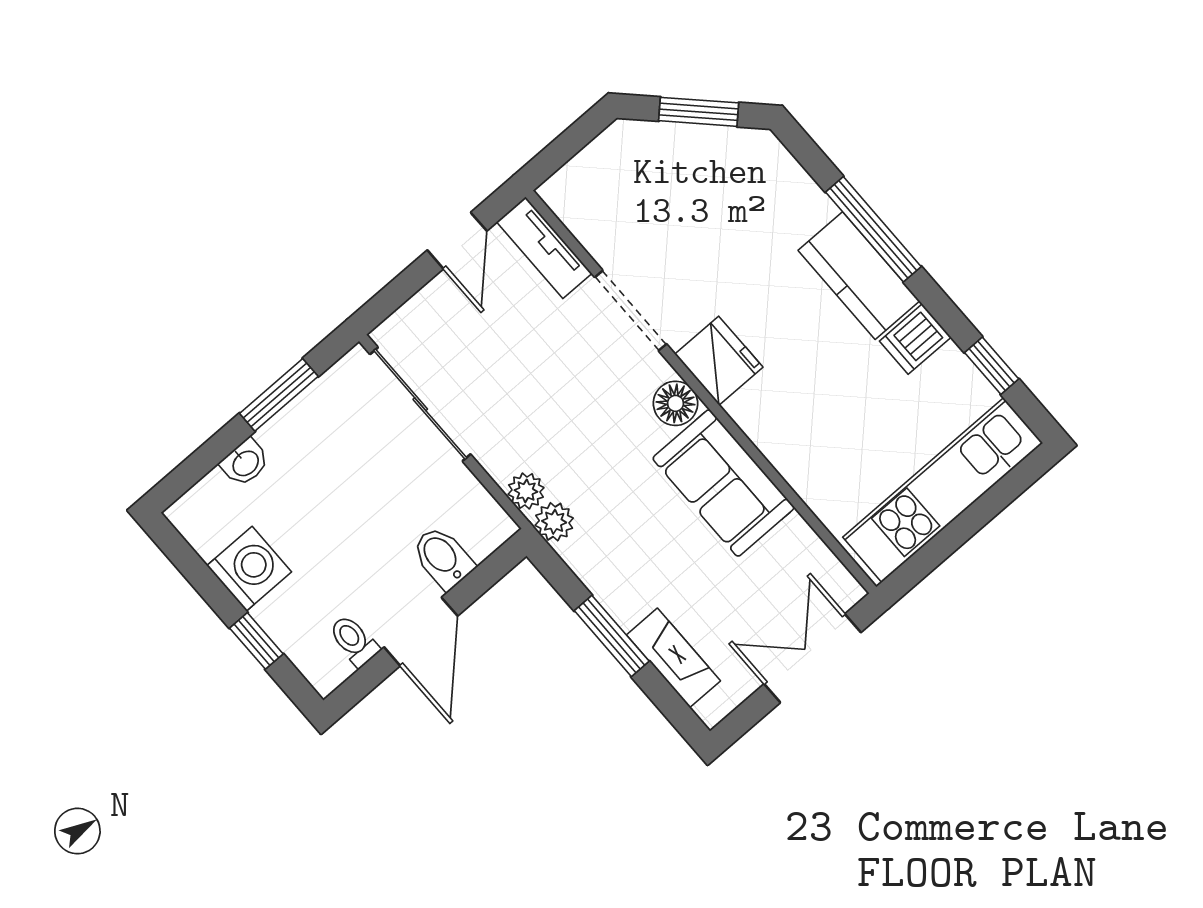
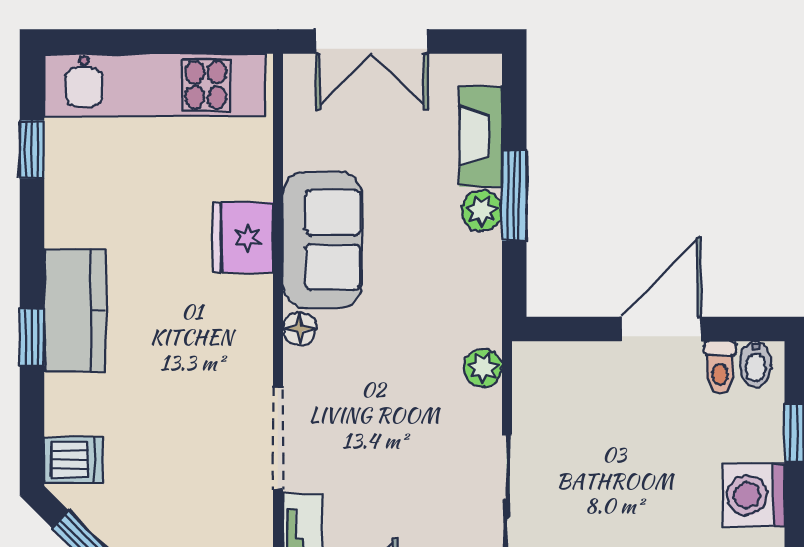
window: (873, 229) -> (32, 337), width x0.46
dishwasher: (915, 339) -> (74, 460), moved
fridge: (719, 361) -> (243, 237), moved
floor lamp: (675, 403) -> (300, 329), width x0.73, depth x0.73
plant: (554, 522) -> (482, 211), moved
bidet: (443, 558) -> (756, 364), moved, width x0.72, depth x0.74

